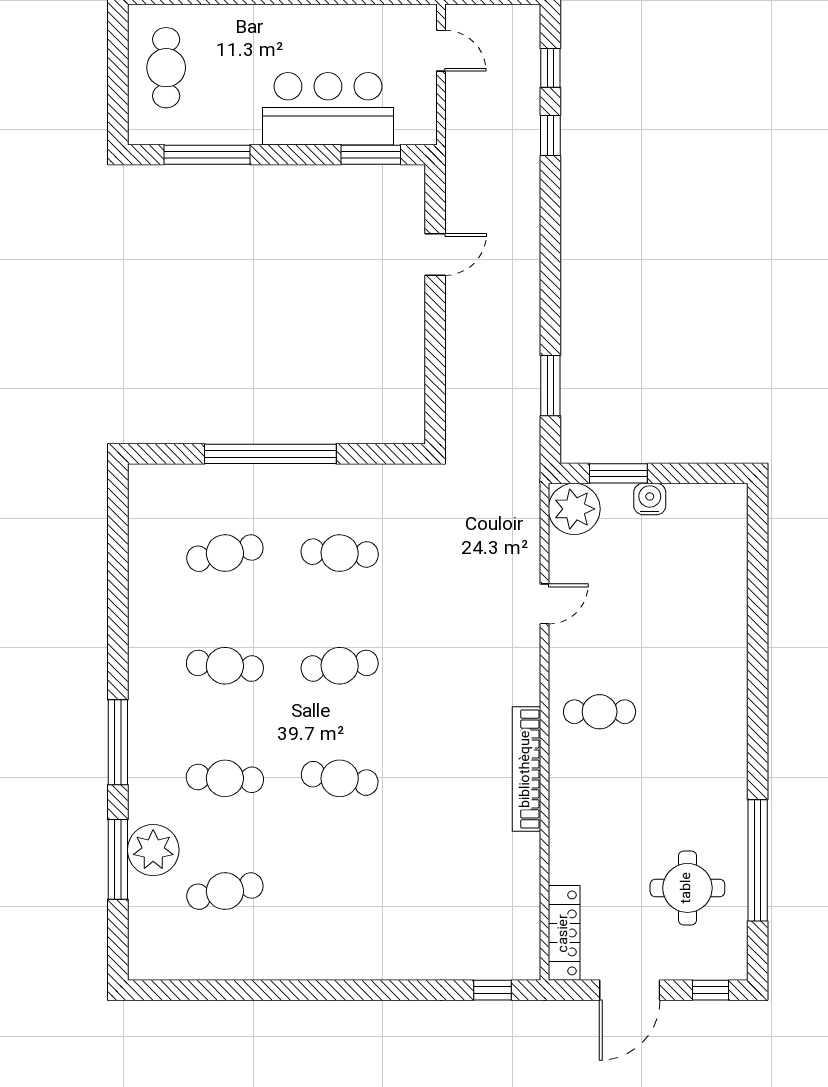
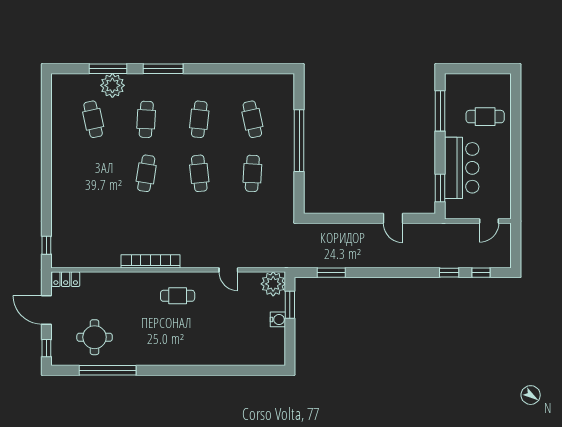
cafe table: (166, 68) -> (485, 117), moved
cafe table: (600, 712) -> (178, 296), turned 90
locker: (564, 933) -> (66, 279), width x0.66

